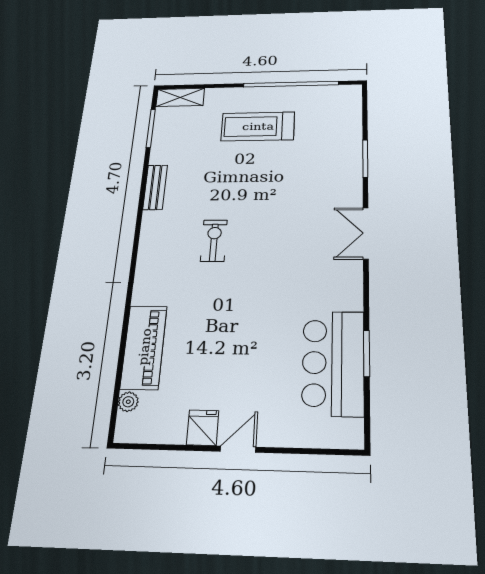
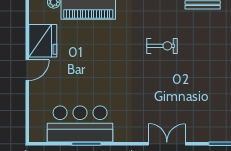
fridge: (203, 428) -> (43, 41), width x1.88, depth x1.34
door: (238, 449) -> (27, 70), hinge flipped

